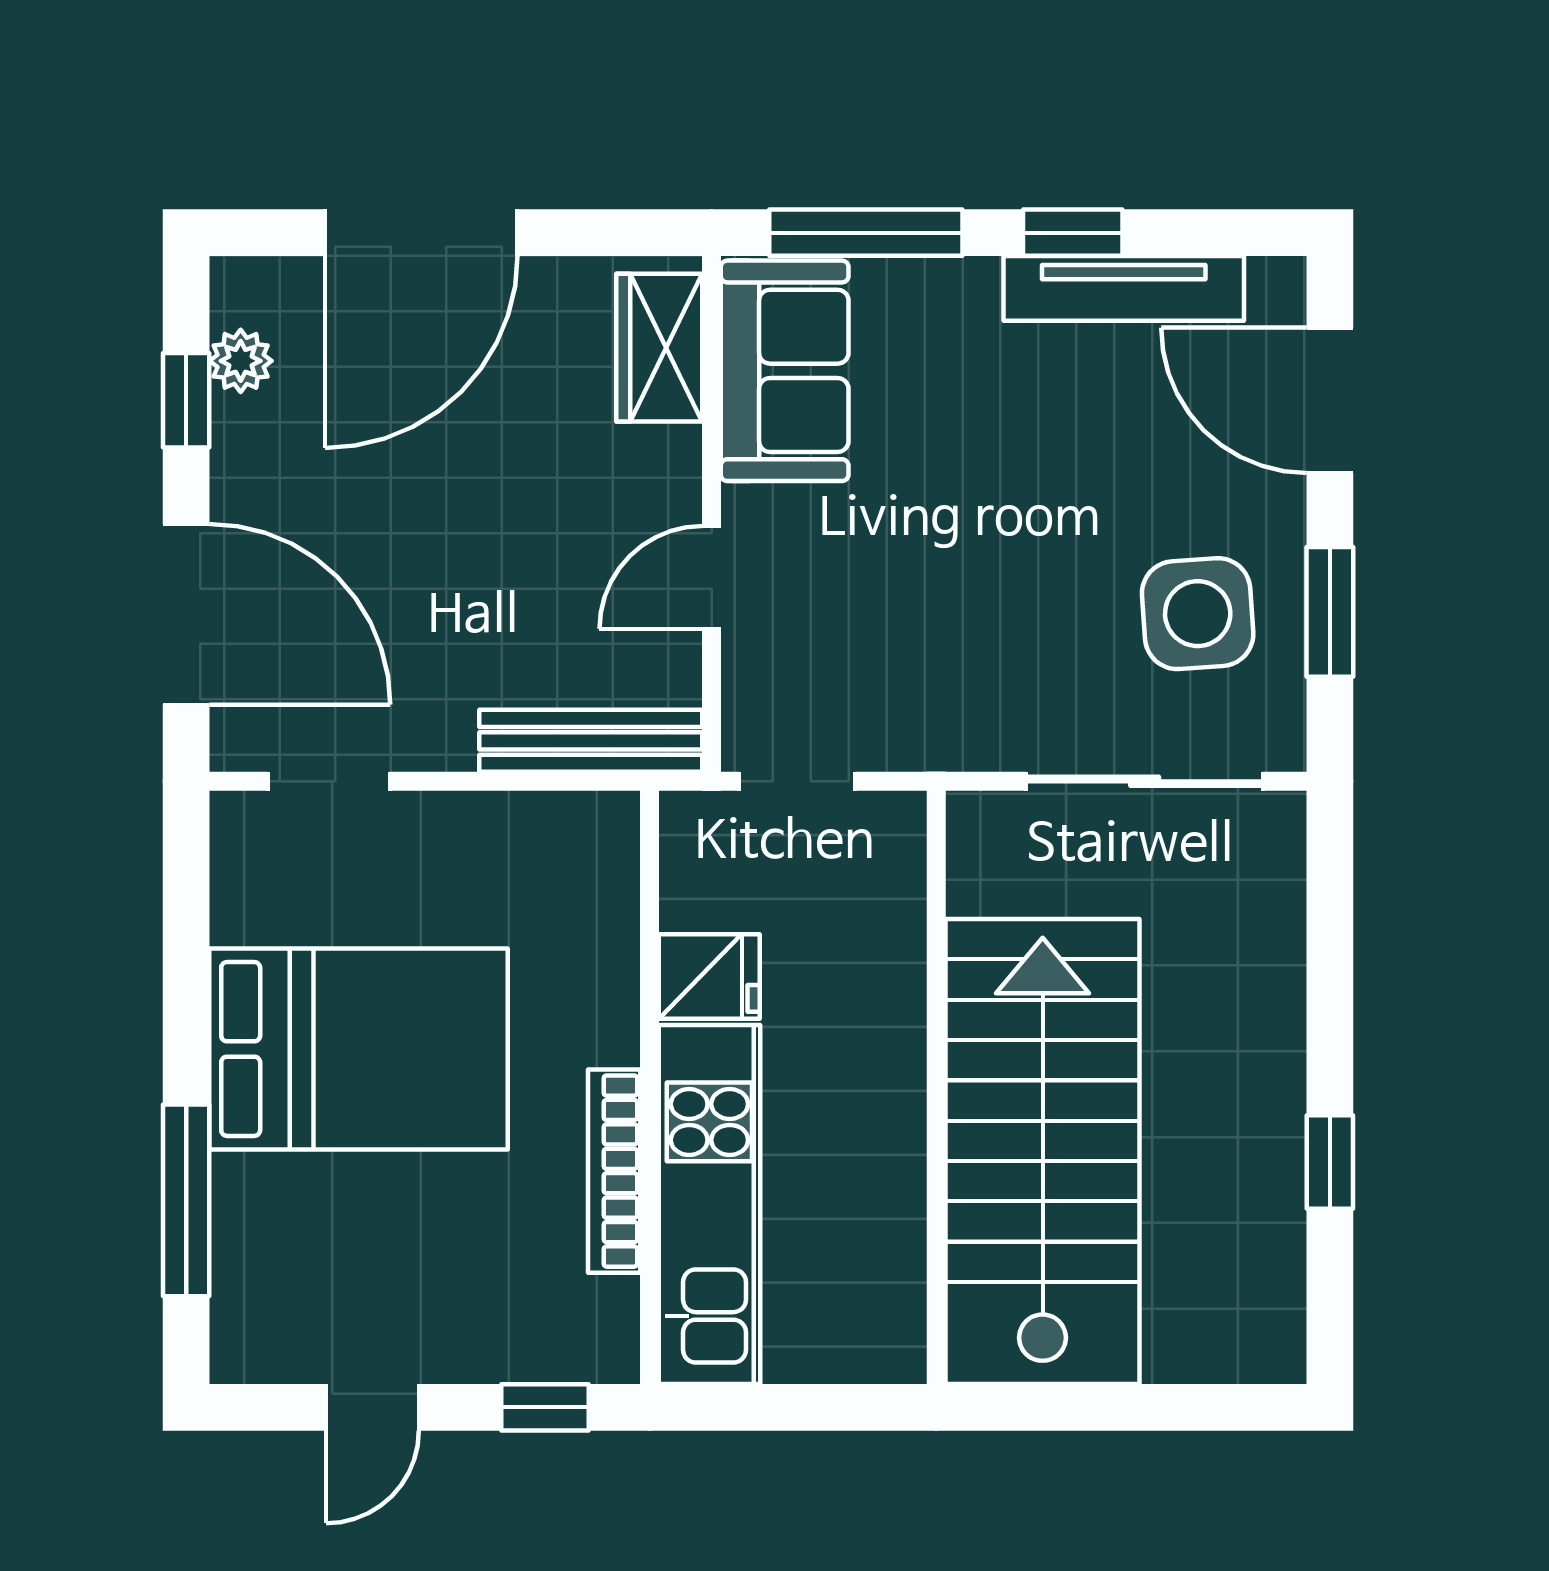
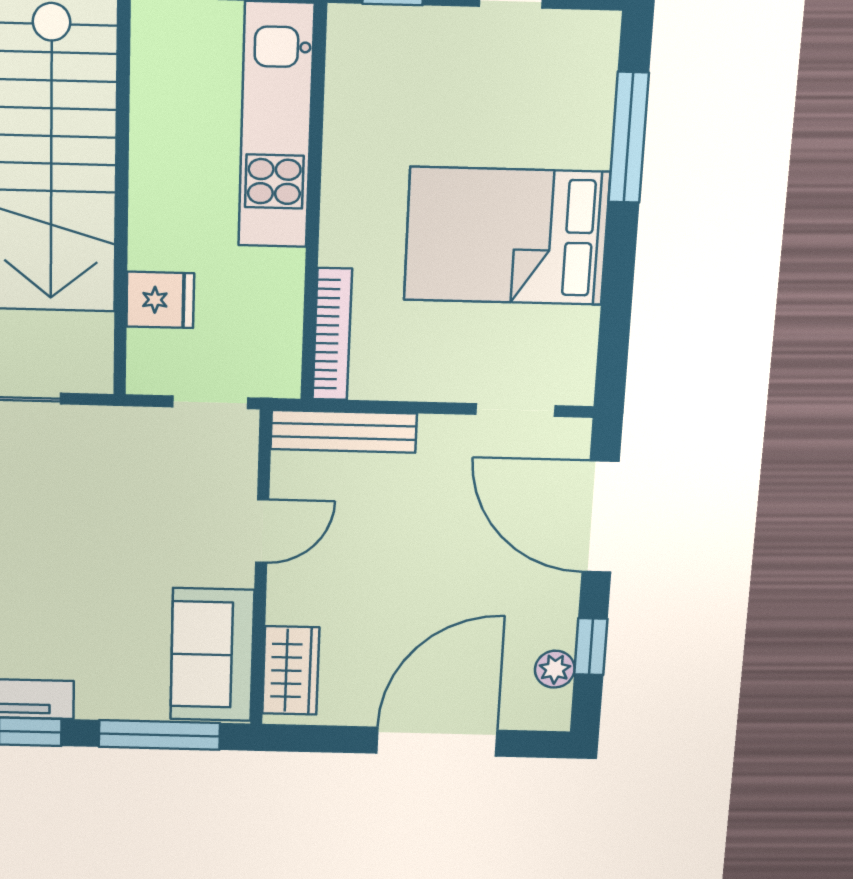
fridge: (709, 976) -> (160, 300), moved, turned 180
bookcase: (614, 1171) -> (332, 334), moved

